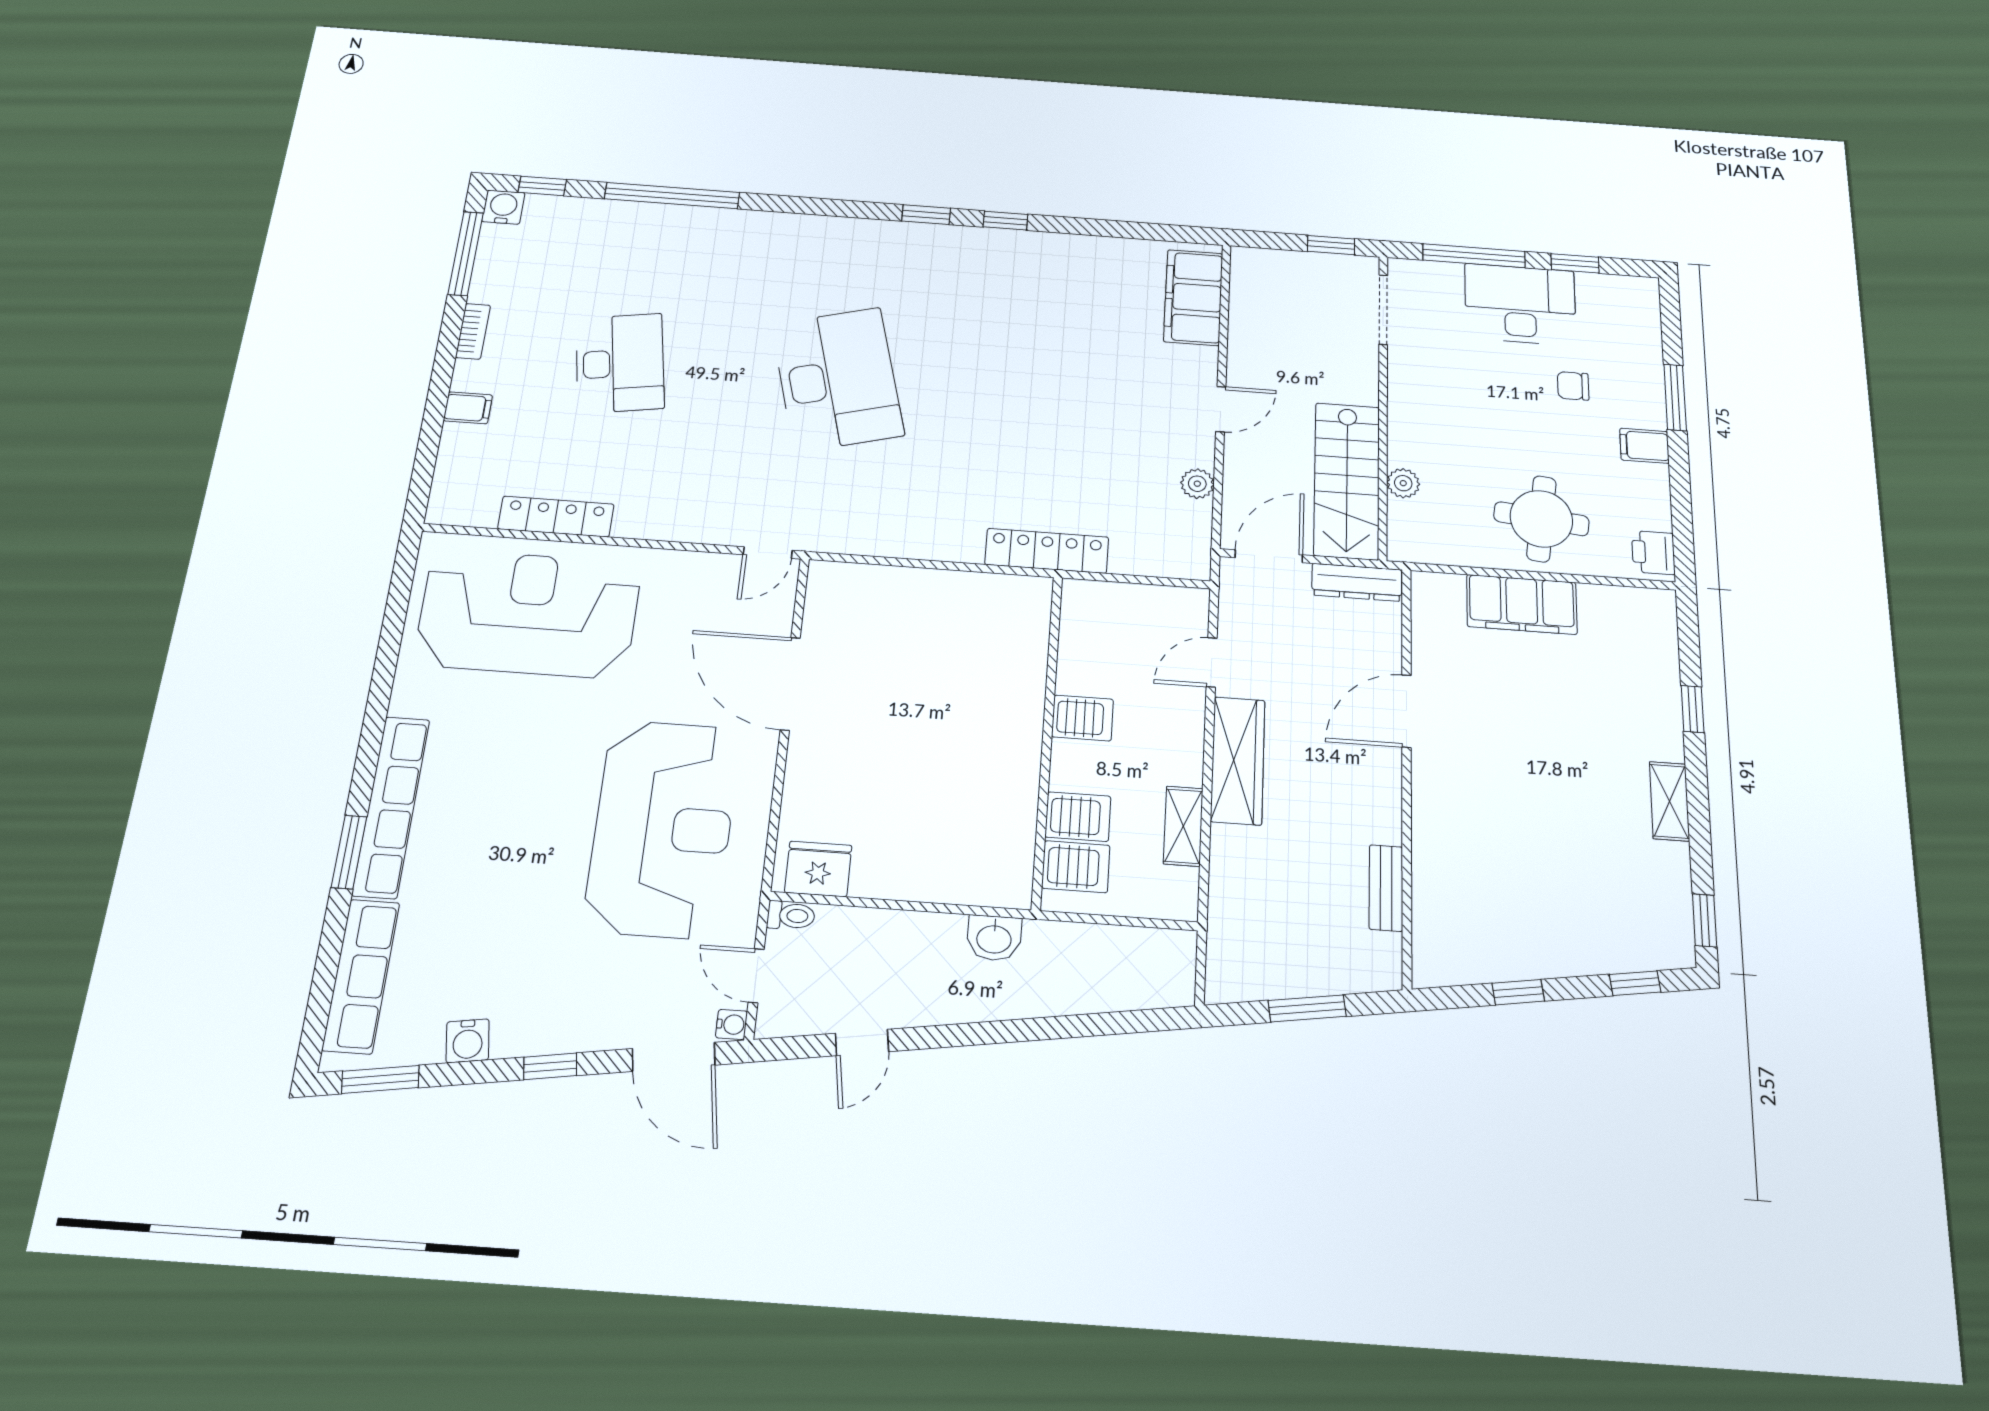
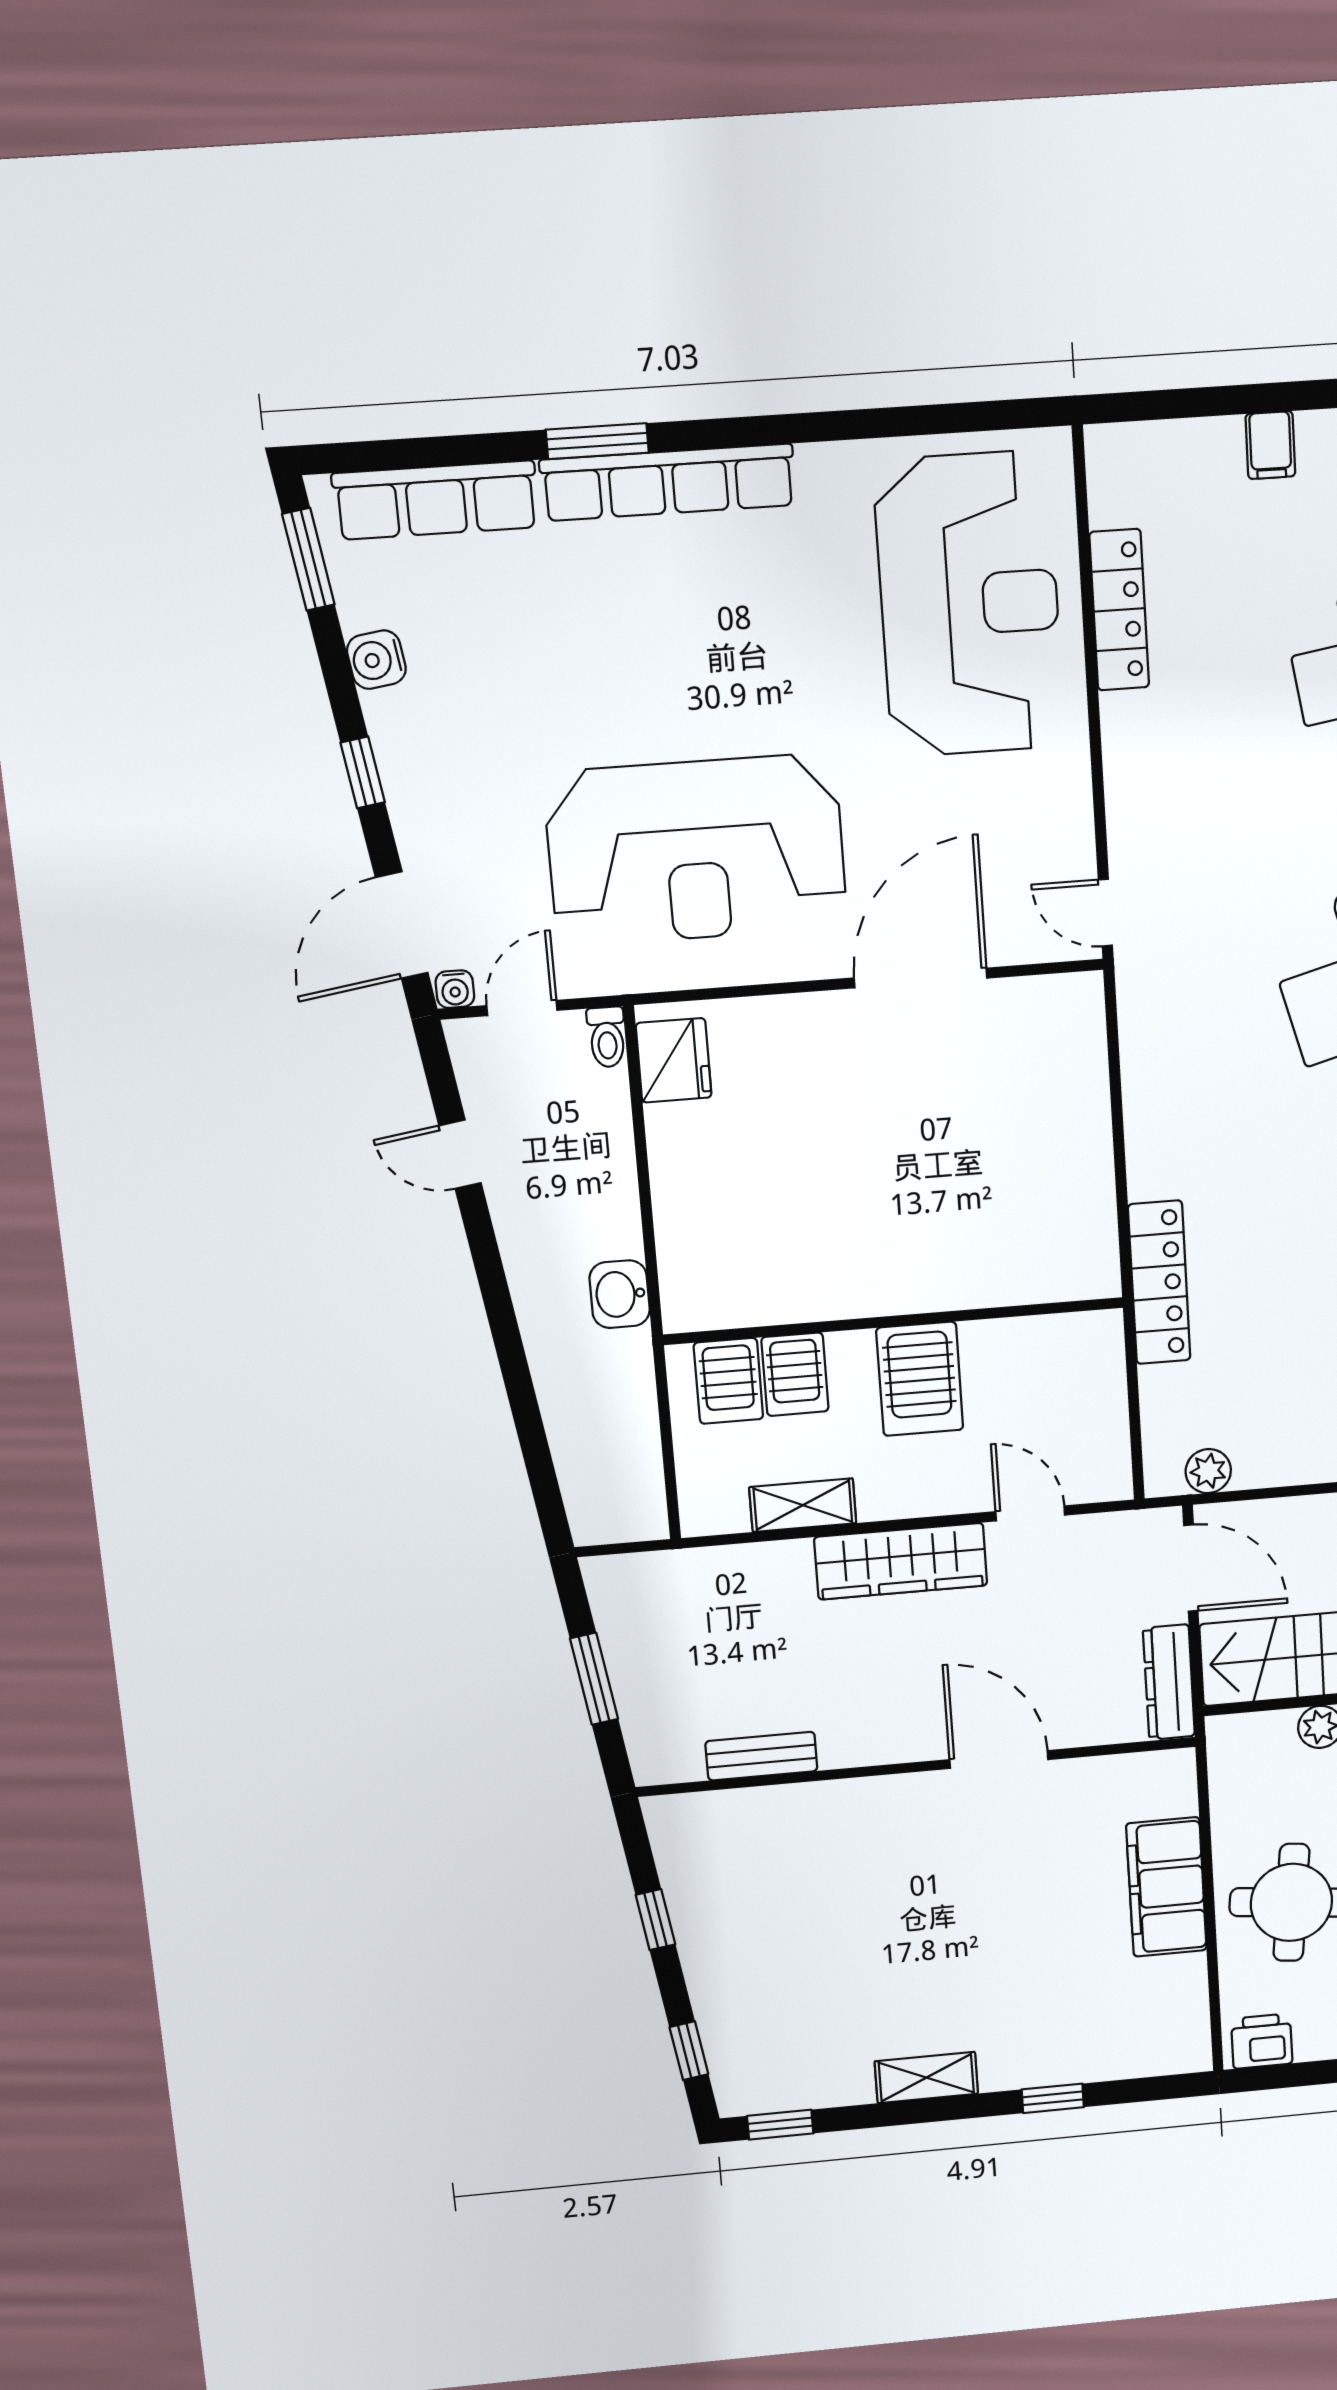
plant: (1197, 484) -> (1208, 1471), moved
server rack: (1082, 718) -> (920, 1379), width x1.36, depth x1.44

